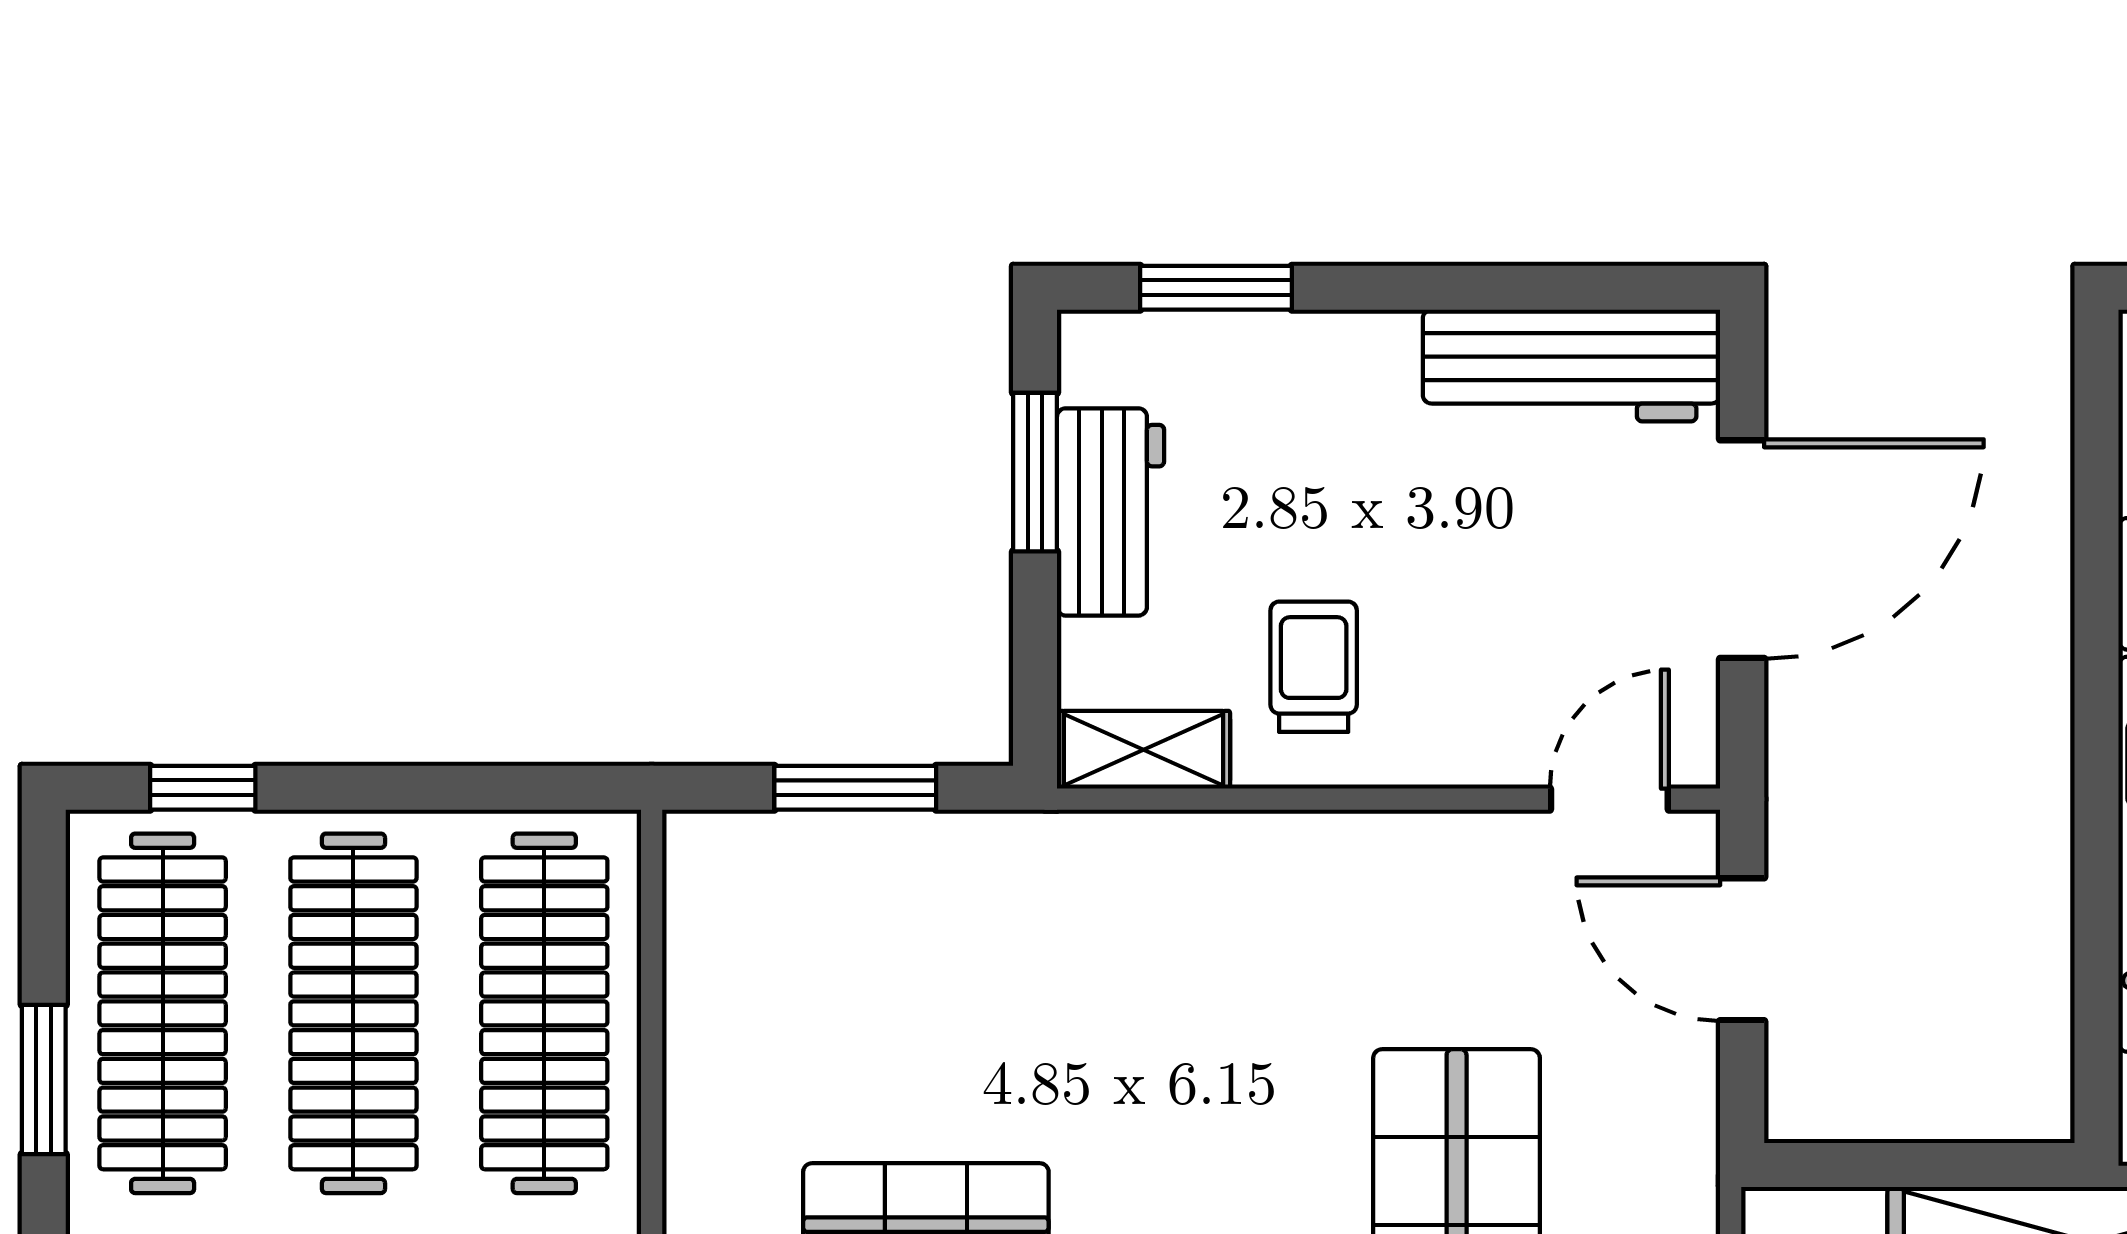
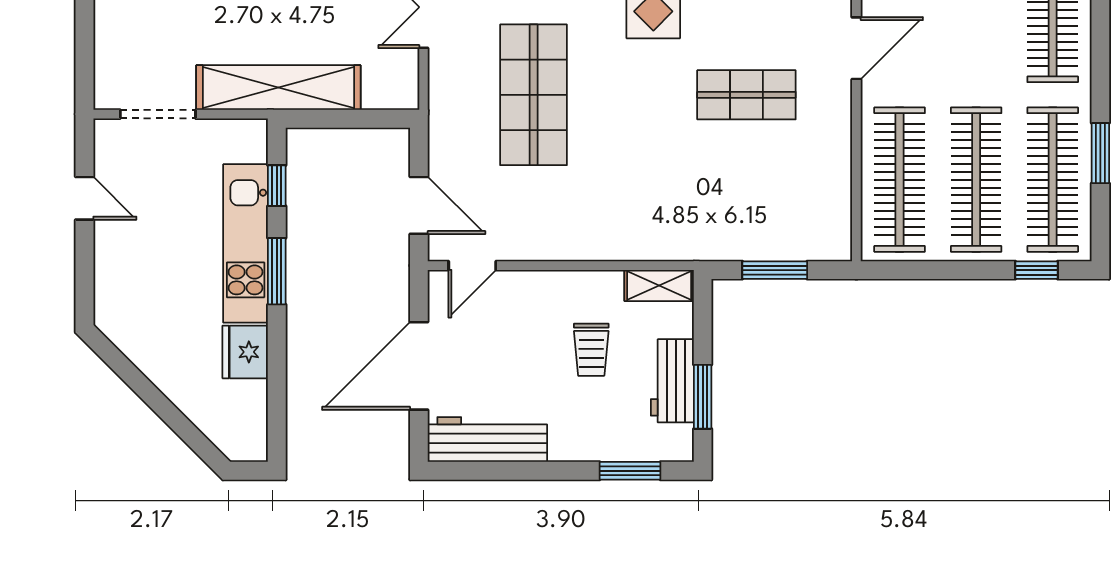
trolley: (1314, 667) -> (591, 350), moved
window: (2097, 785) -> (277, 271), added
window: (2097, 999) -> (277, 186), added

